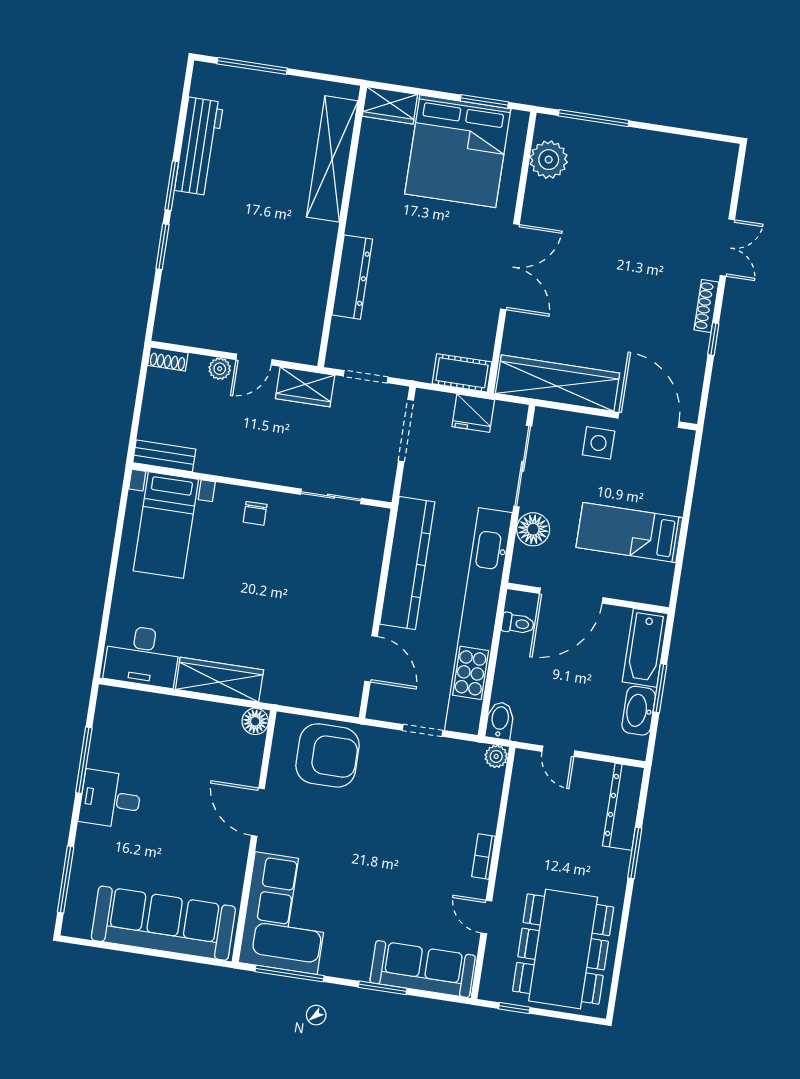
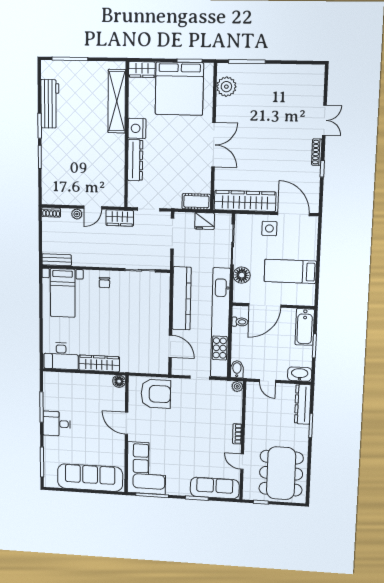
nightstand: (365, 216) -> (137, 128), added
washbasin: (639, 711) -> (300, 374), moved, turned 90

